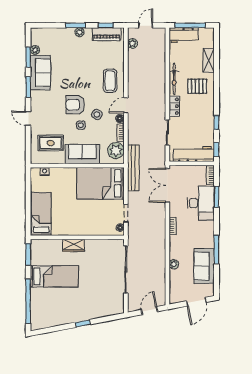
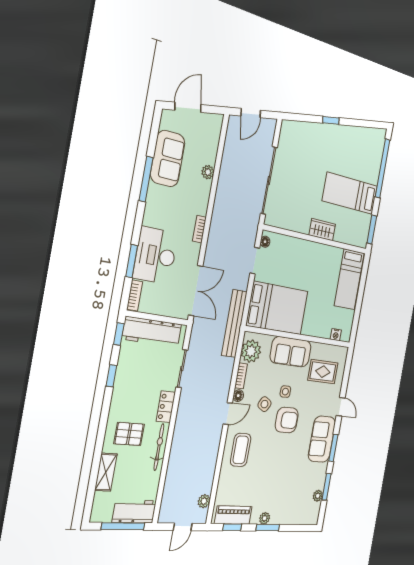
sofa: (40, 73) -> (322, 439), moved

